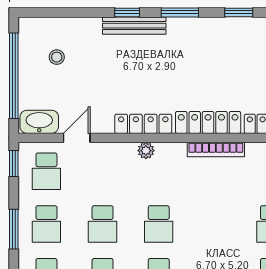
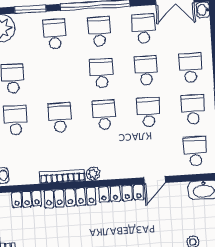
door: (77, 138) -> (155, 180), moved
plant: (146, 151) -> (93, 174), moved
school desk: (215, 224) -> (60, 118), added

